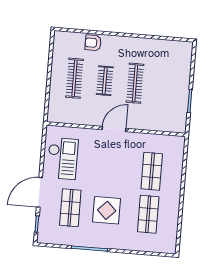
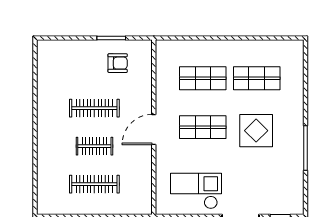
armchair: (93, 43) -> (118, 63), moved, turned -90
door: (114, 129) -> (154, 130), hinge flipped
shop shelf: (70, 208) -> (203, 127), moved

